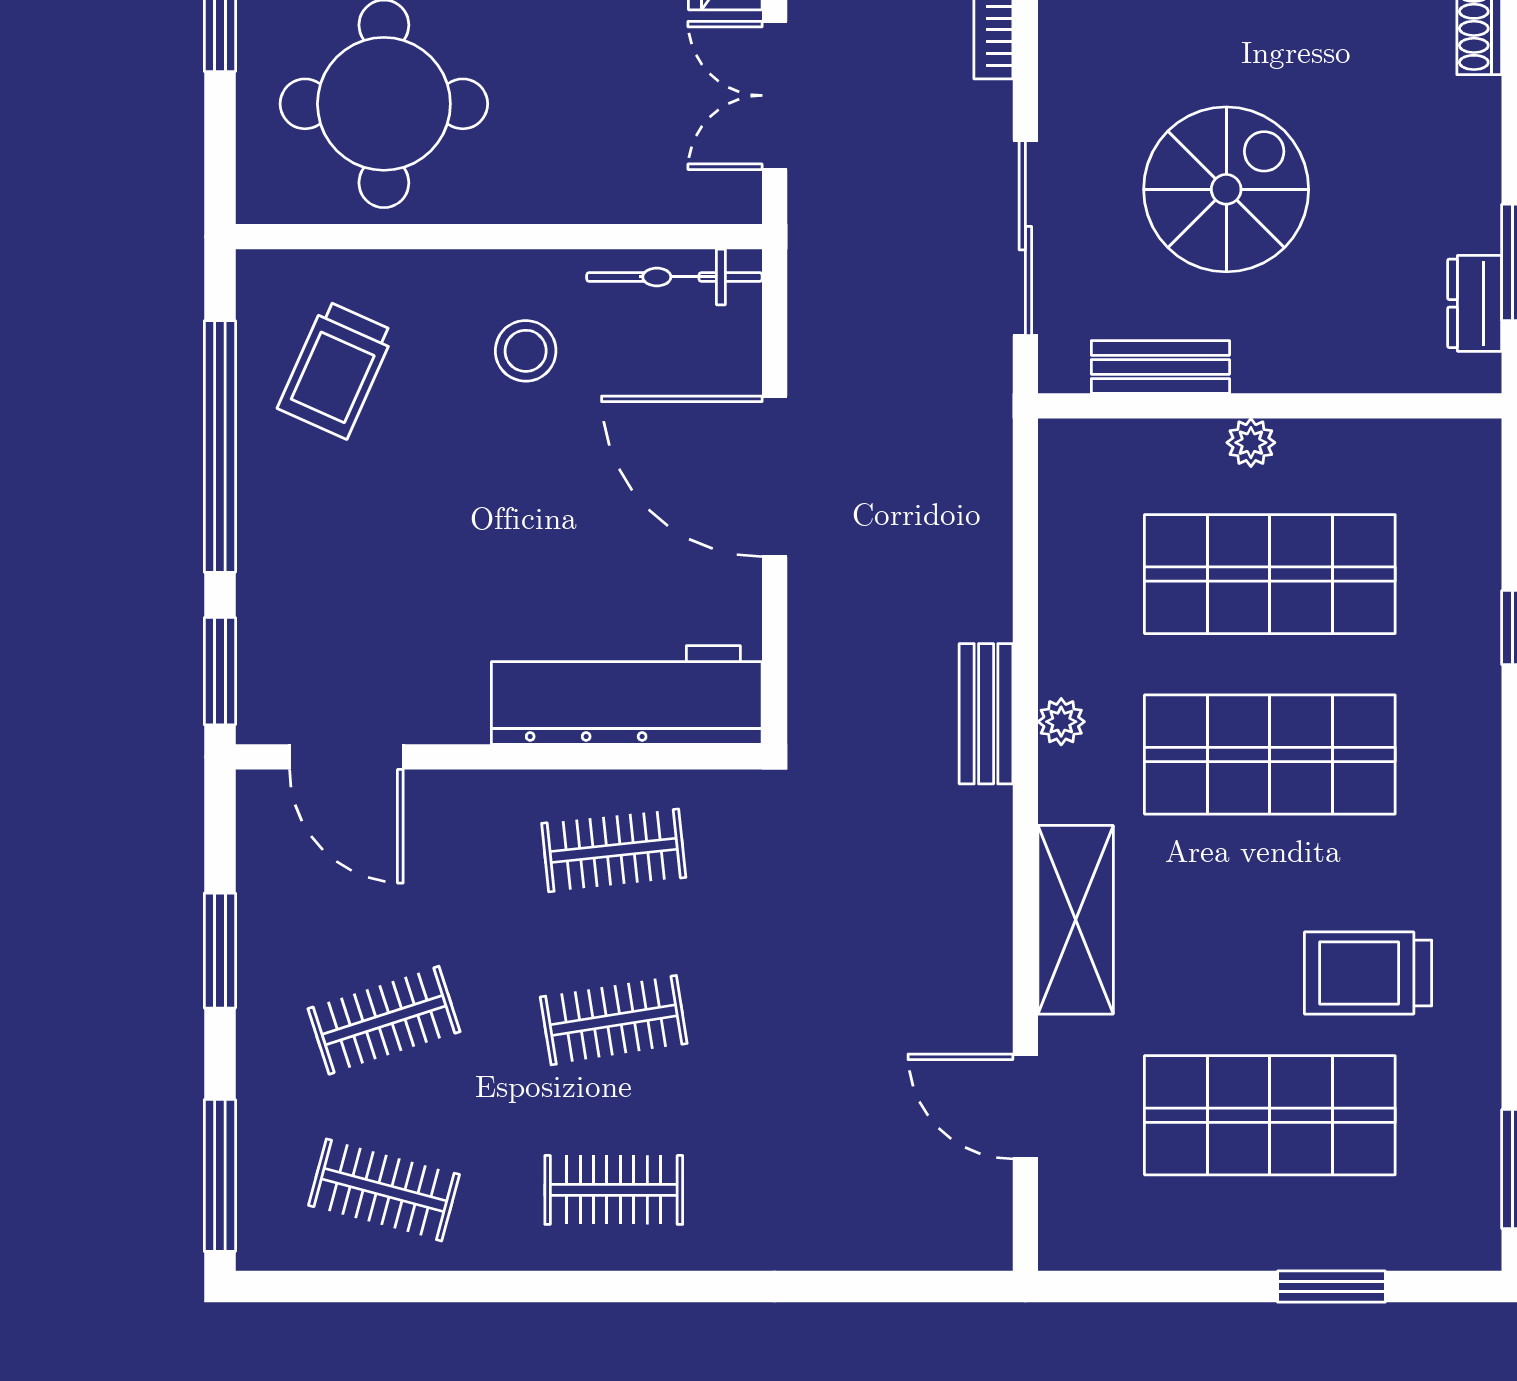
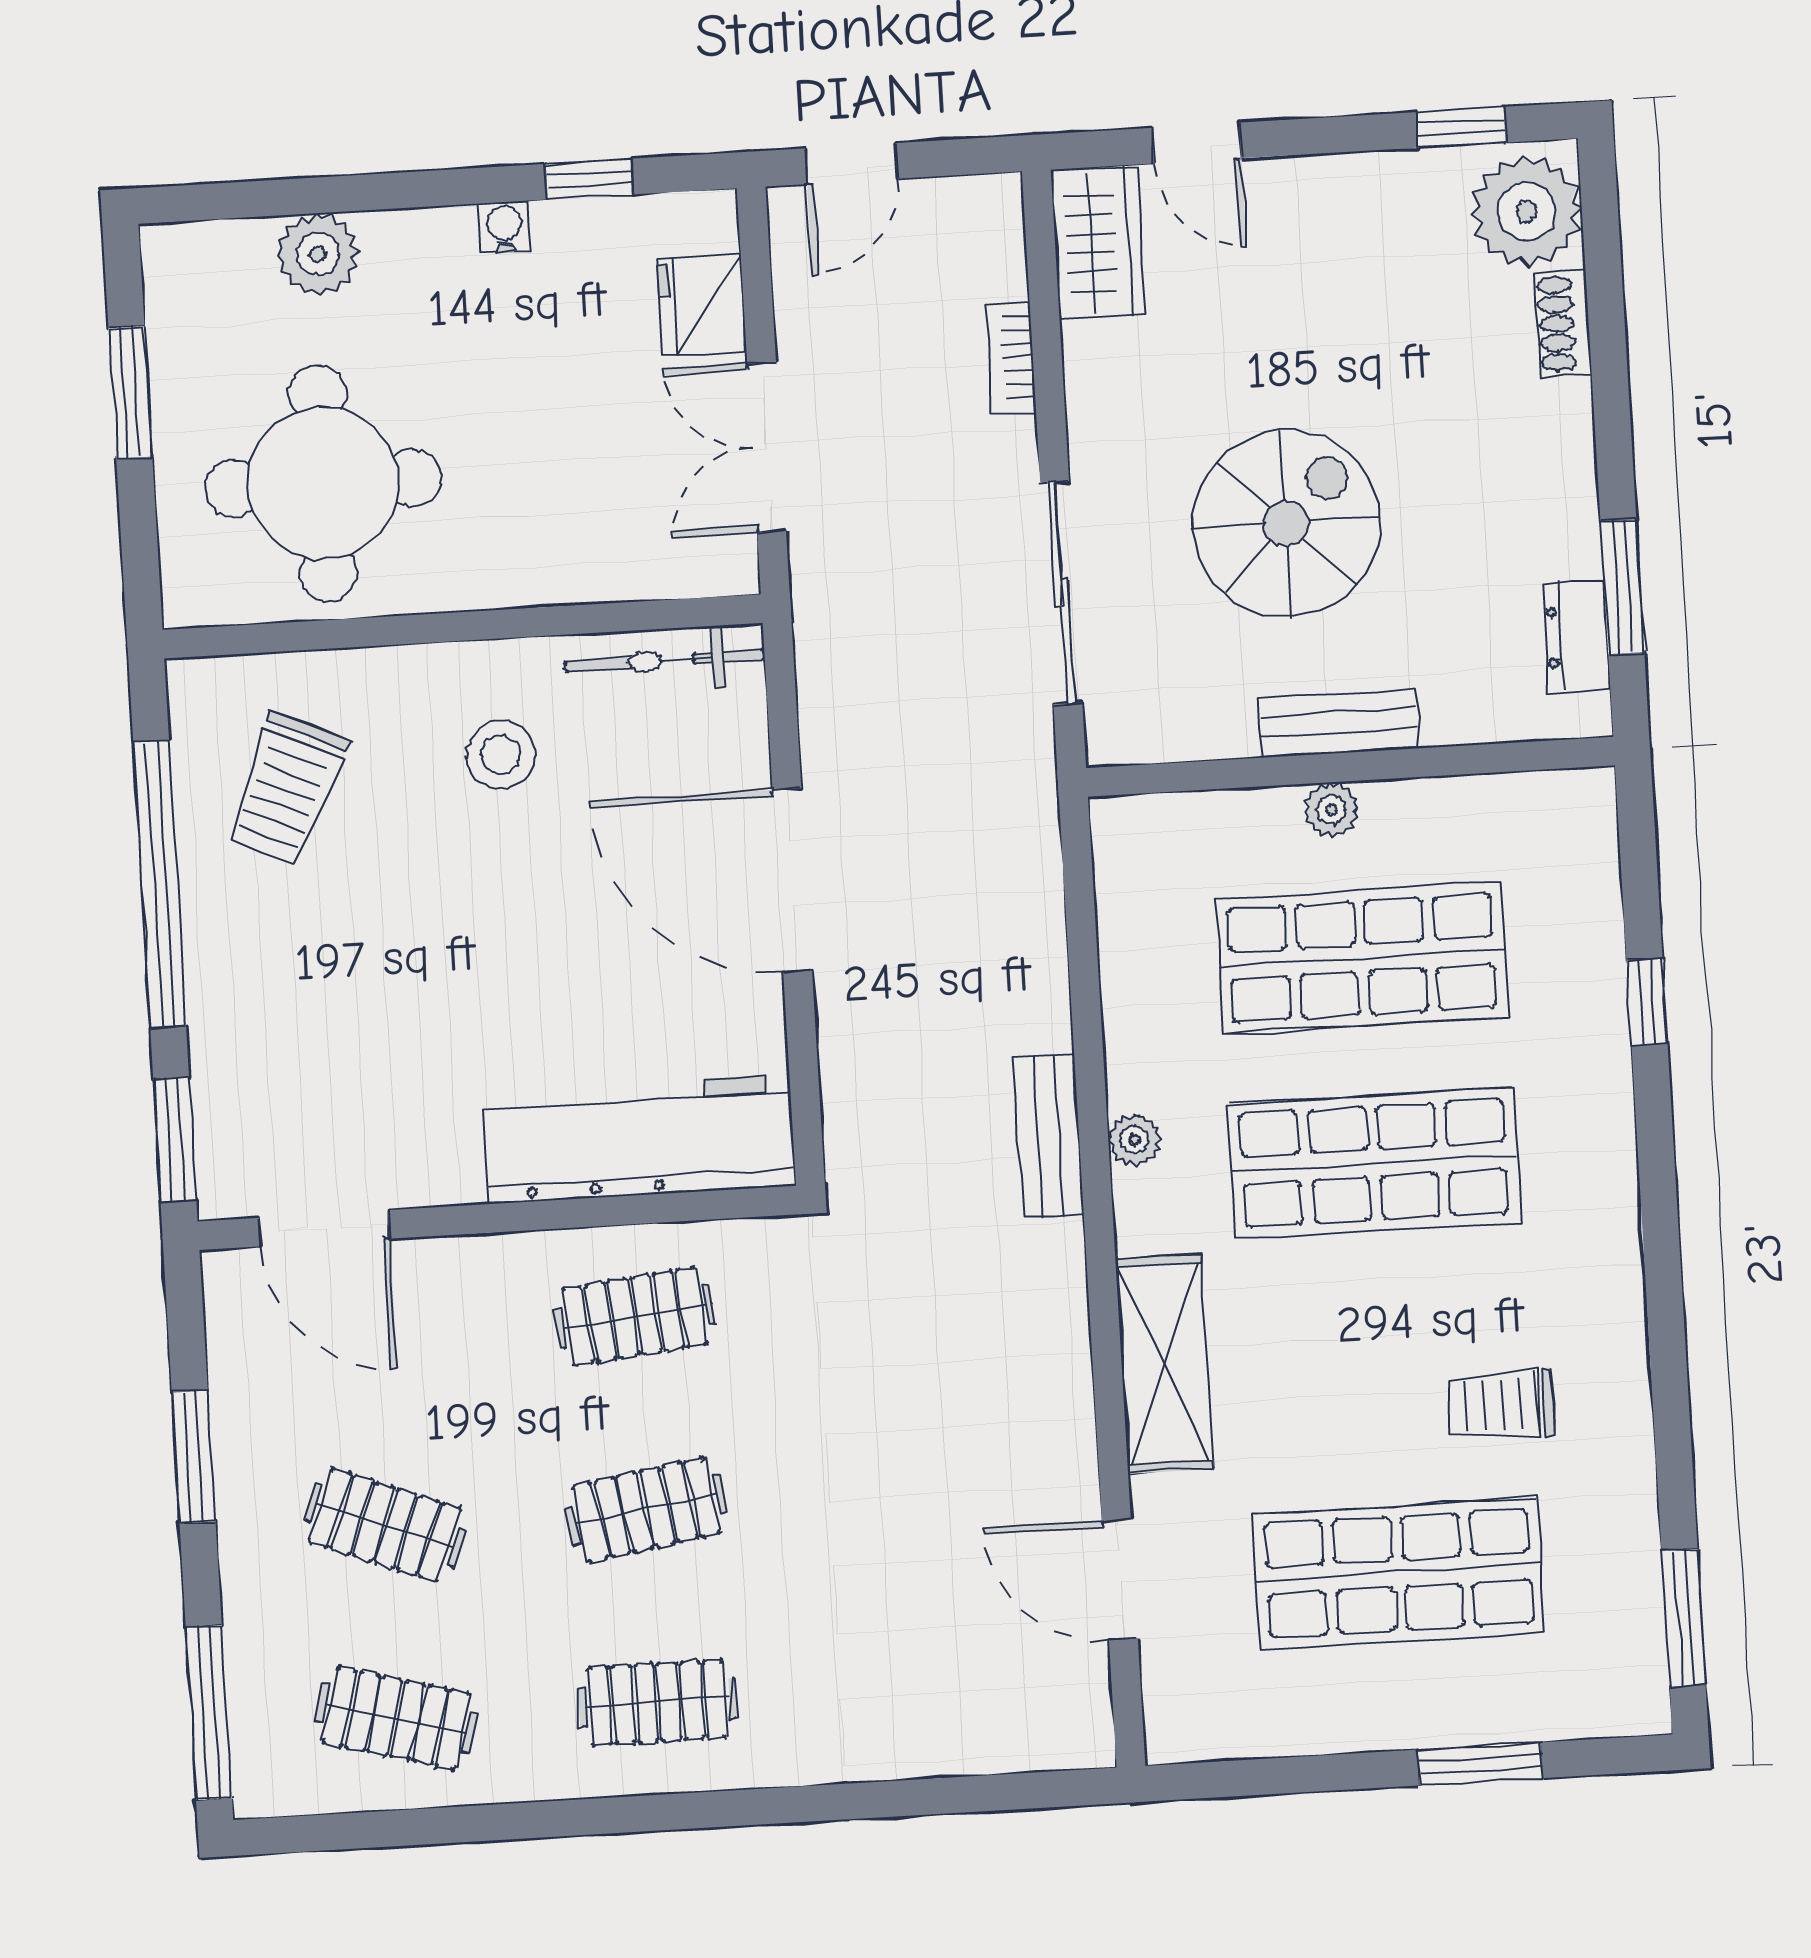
bench: (1160, 367) -> (1338, 723), moved
trolley: (1368, 973) -> (1501, 1405), width x0.73, depth x0.72
clothes rail: (384, 1020) -> (385, 1525), turned 39

